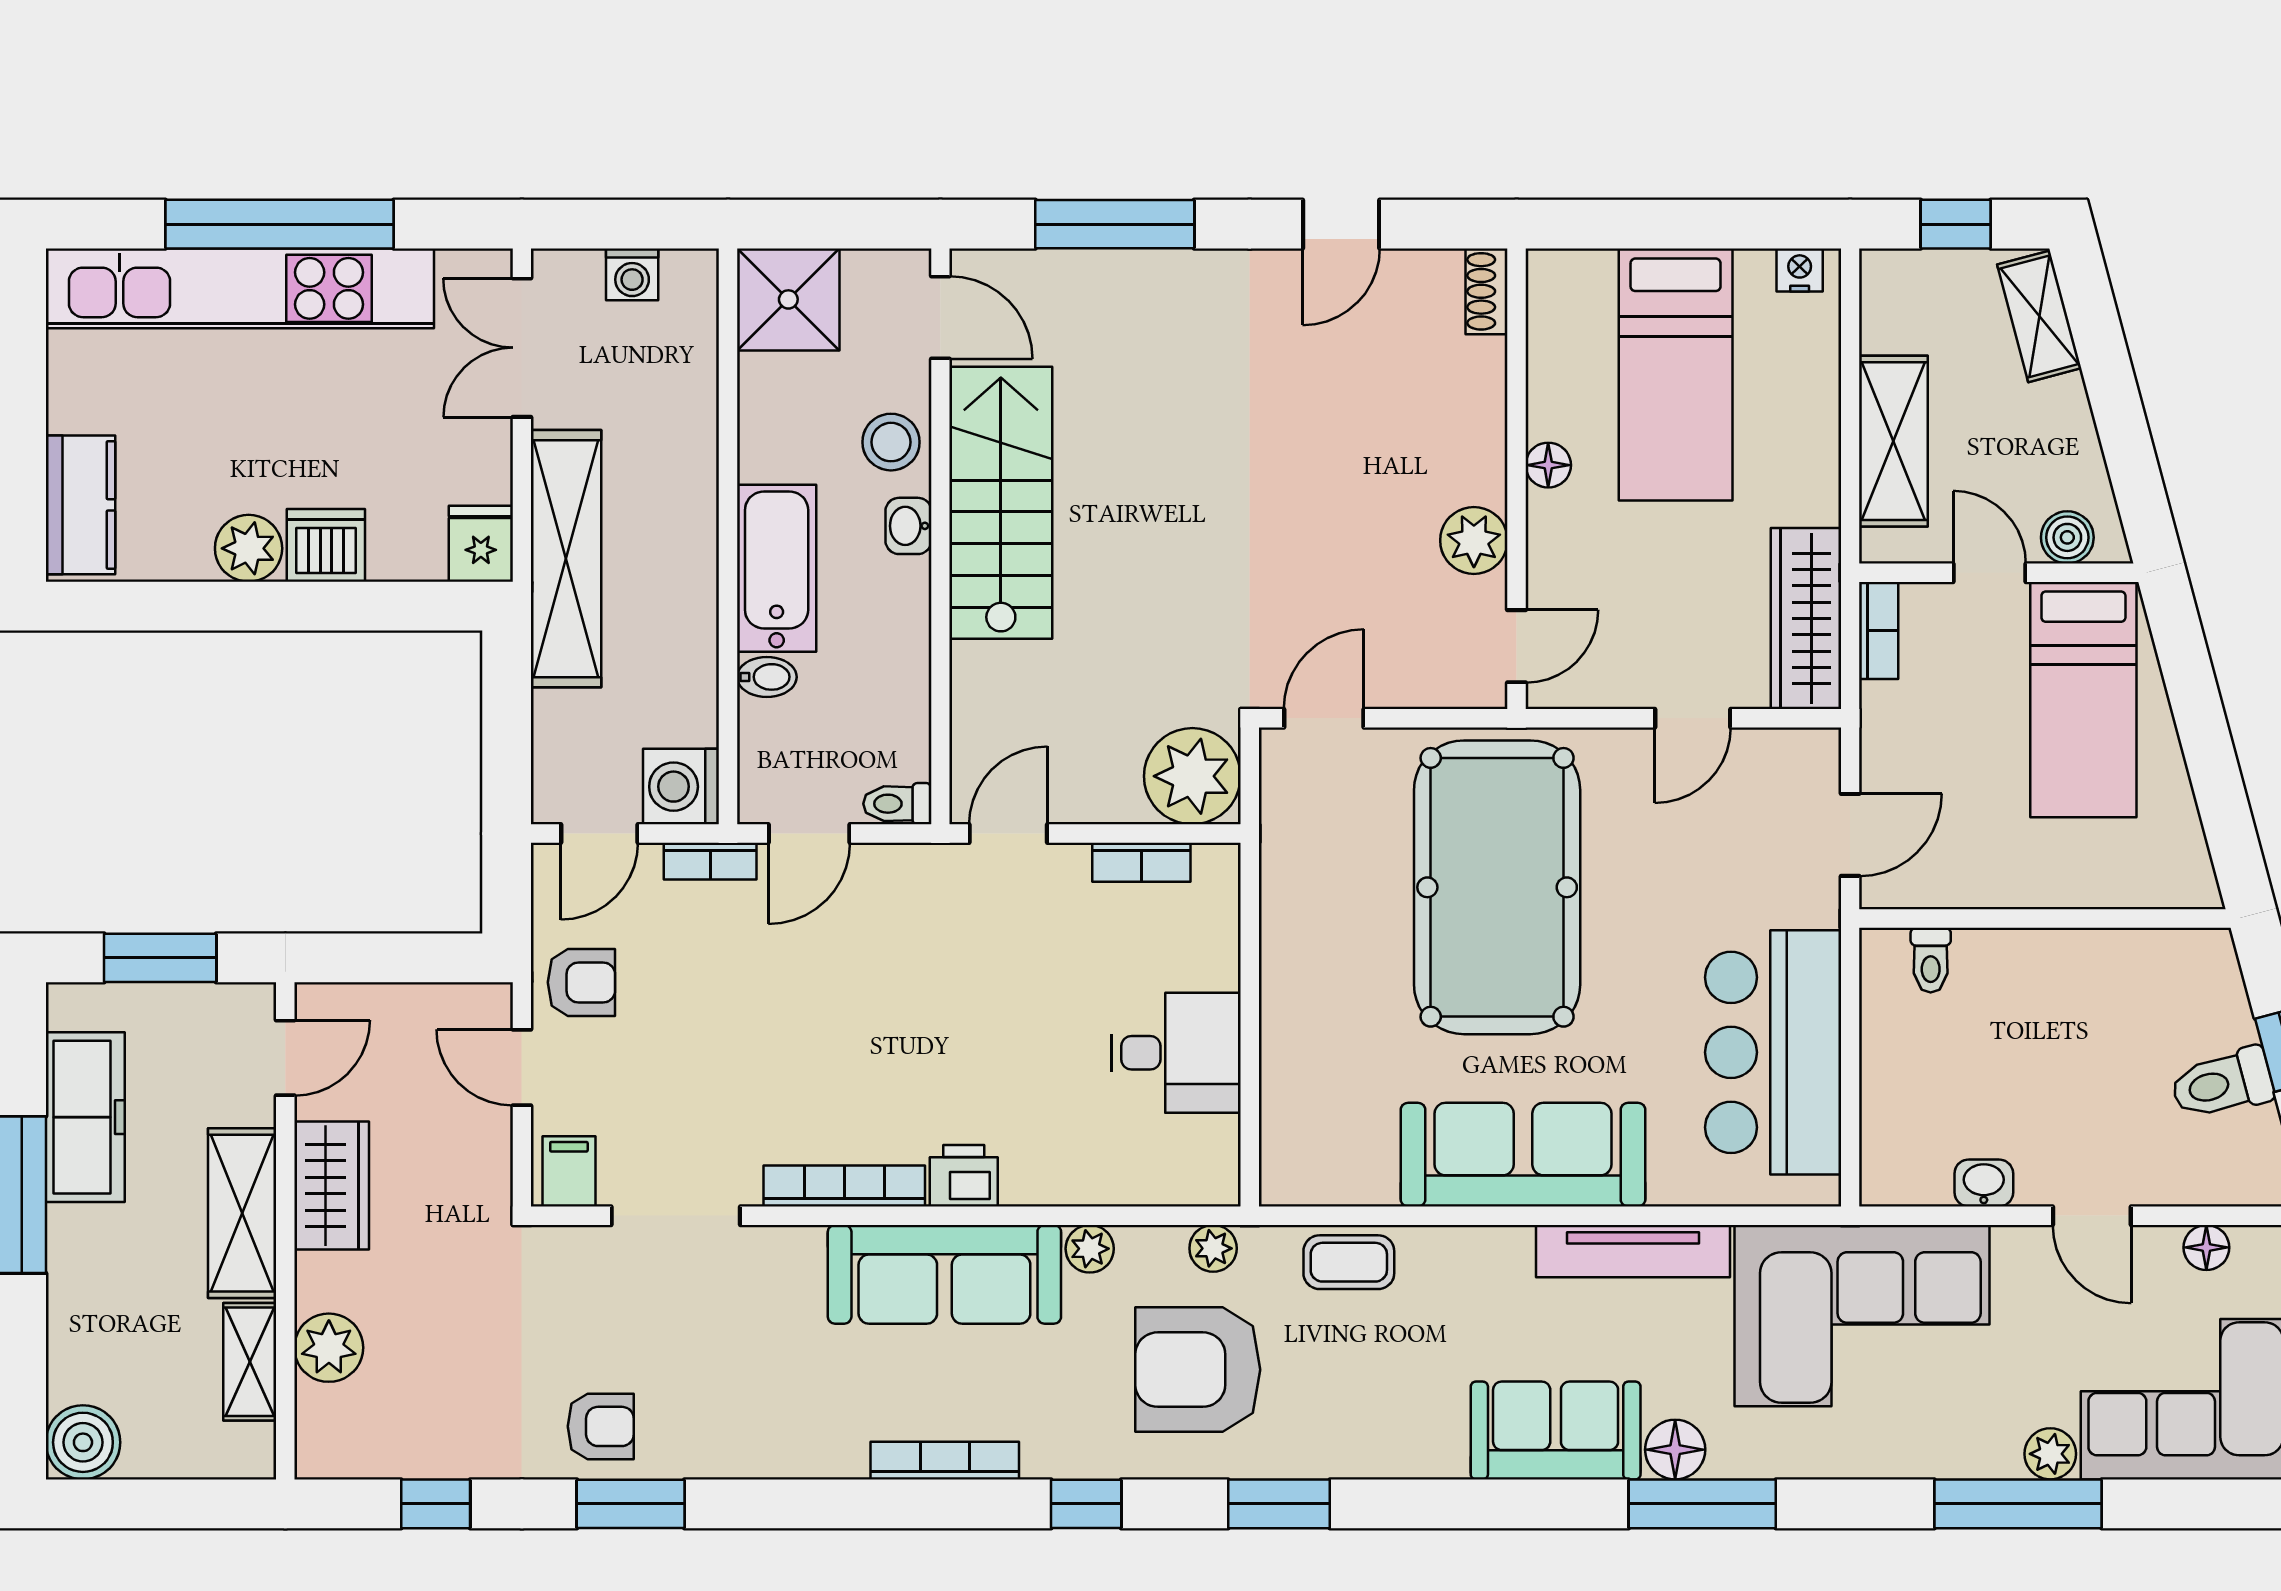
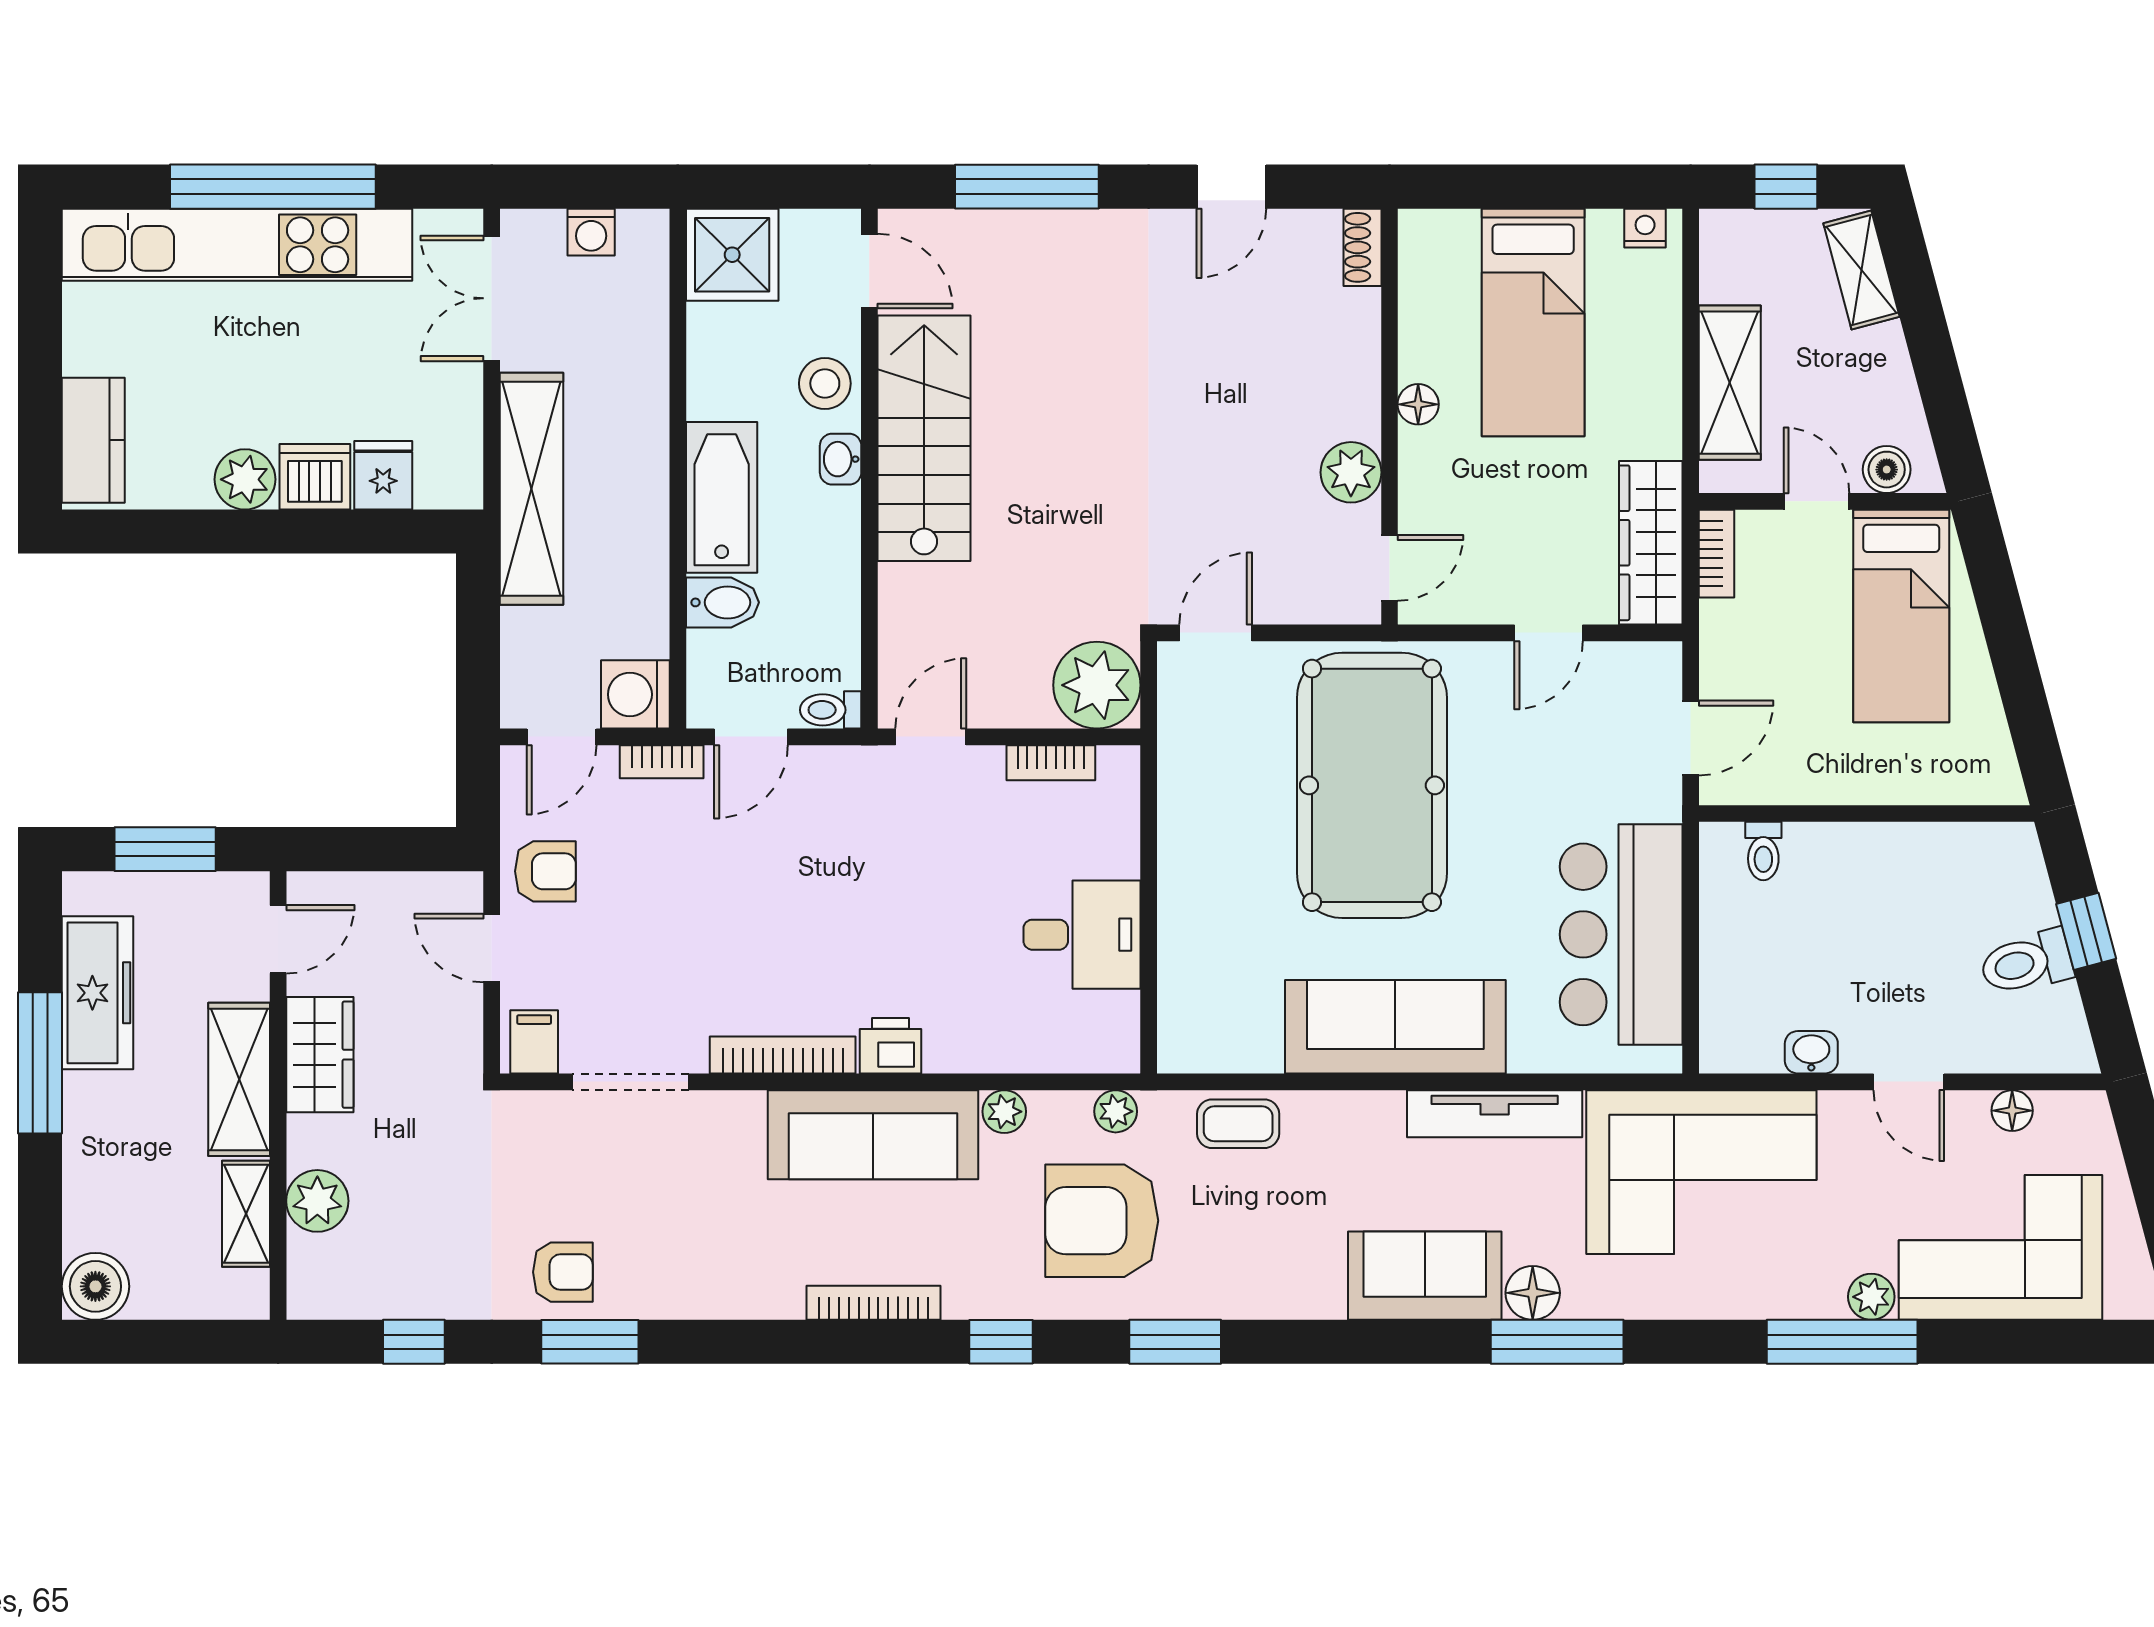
fridge: (481, 544) -> (383, 475), moved
bidet: (767, 677) -> (722, 602), width x1.38, depth x1.36

